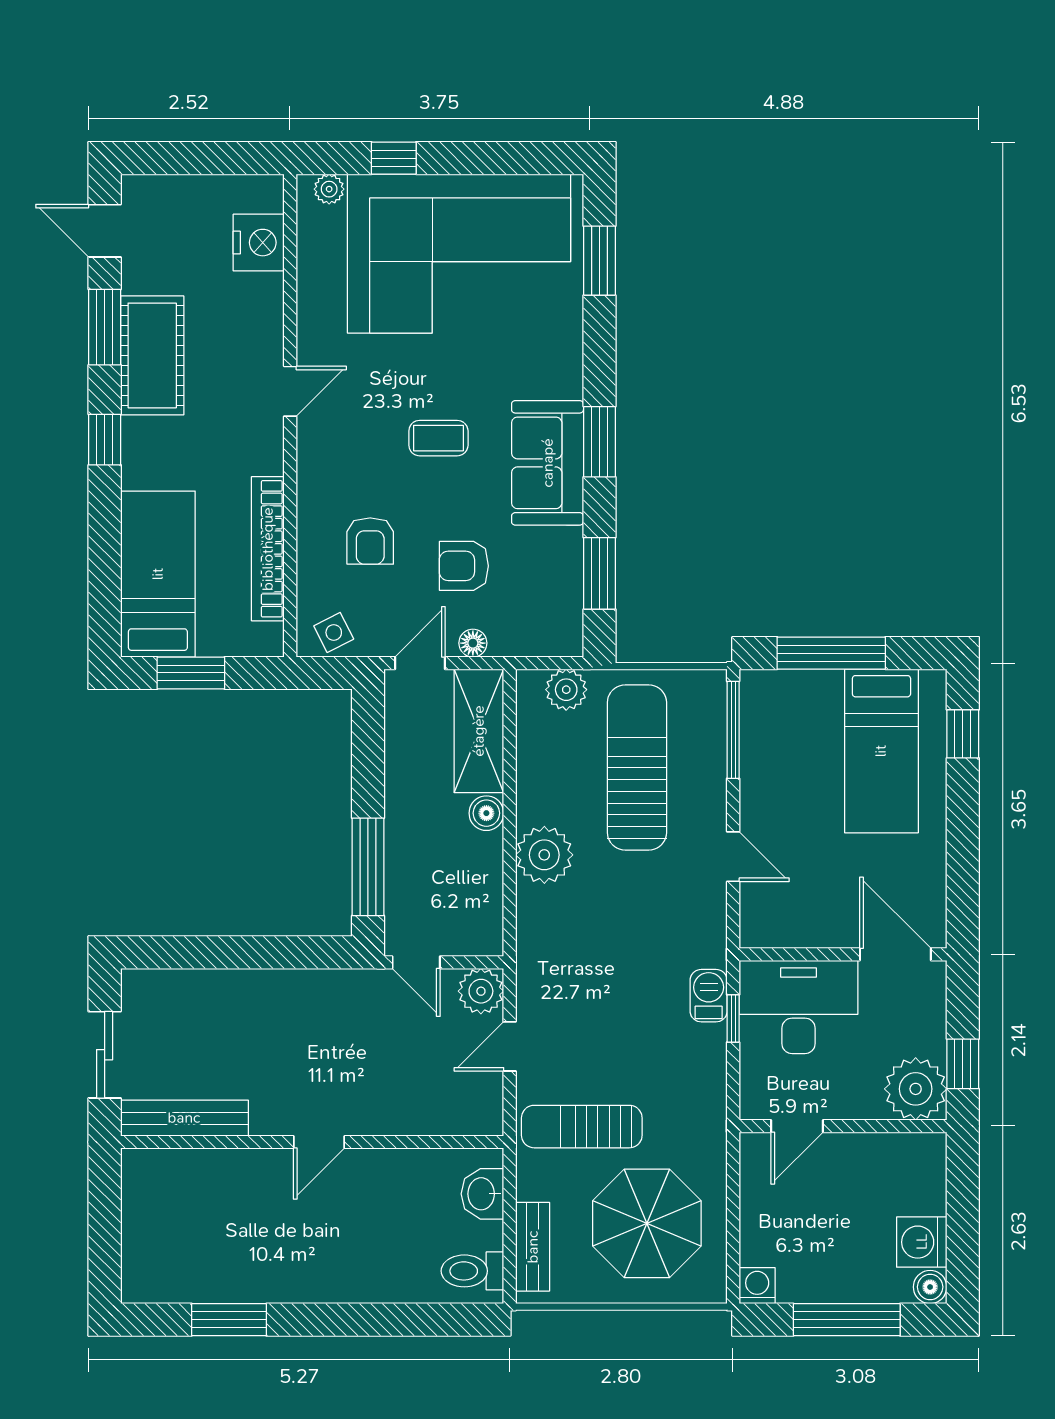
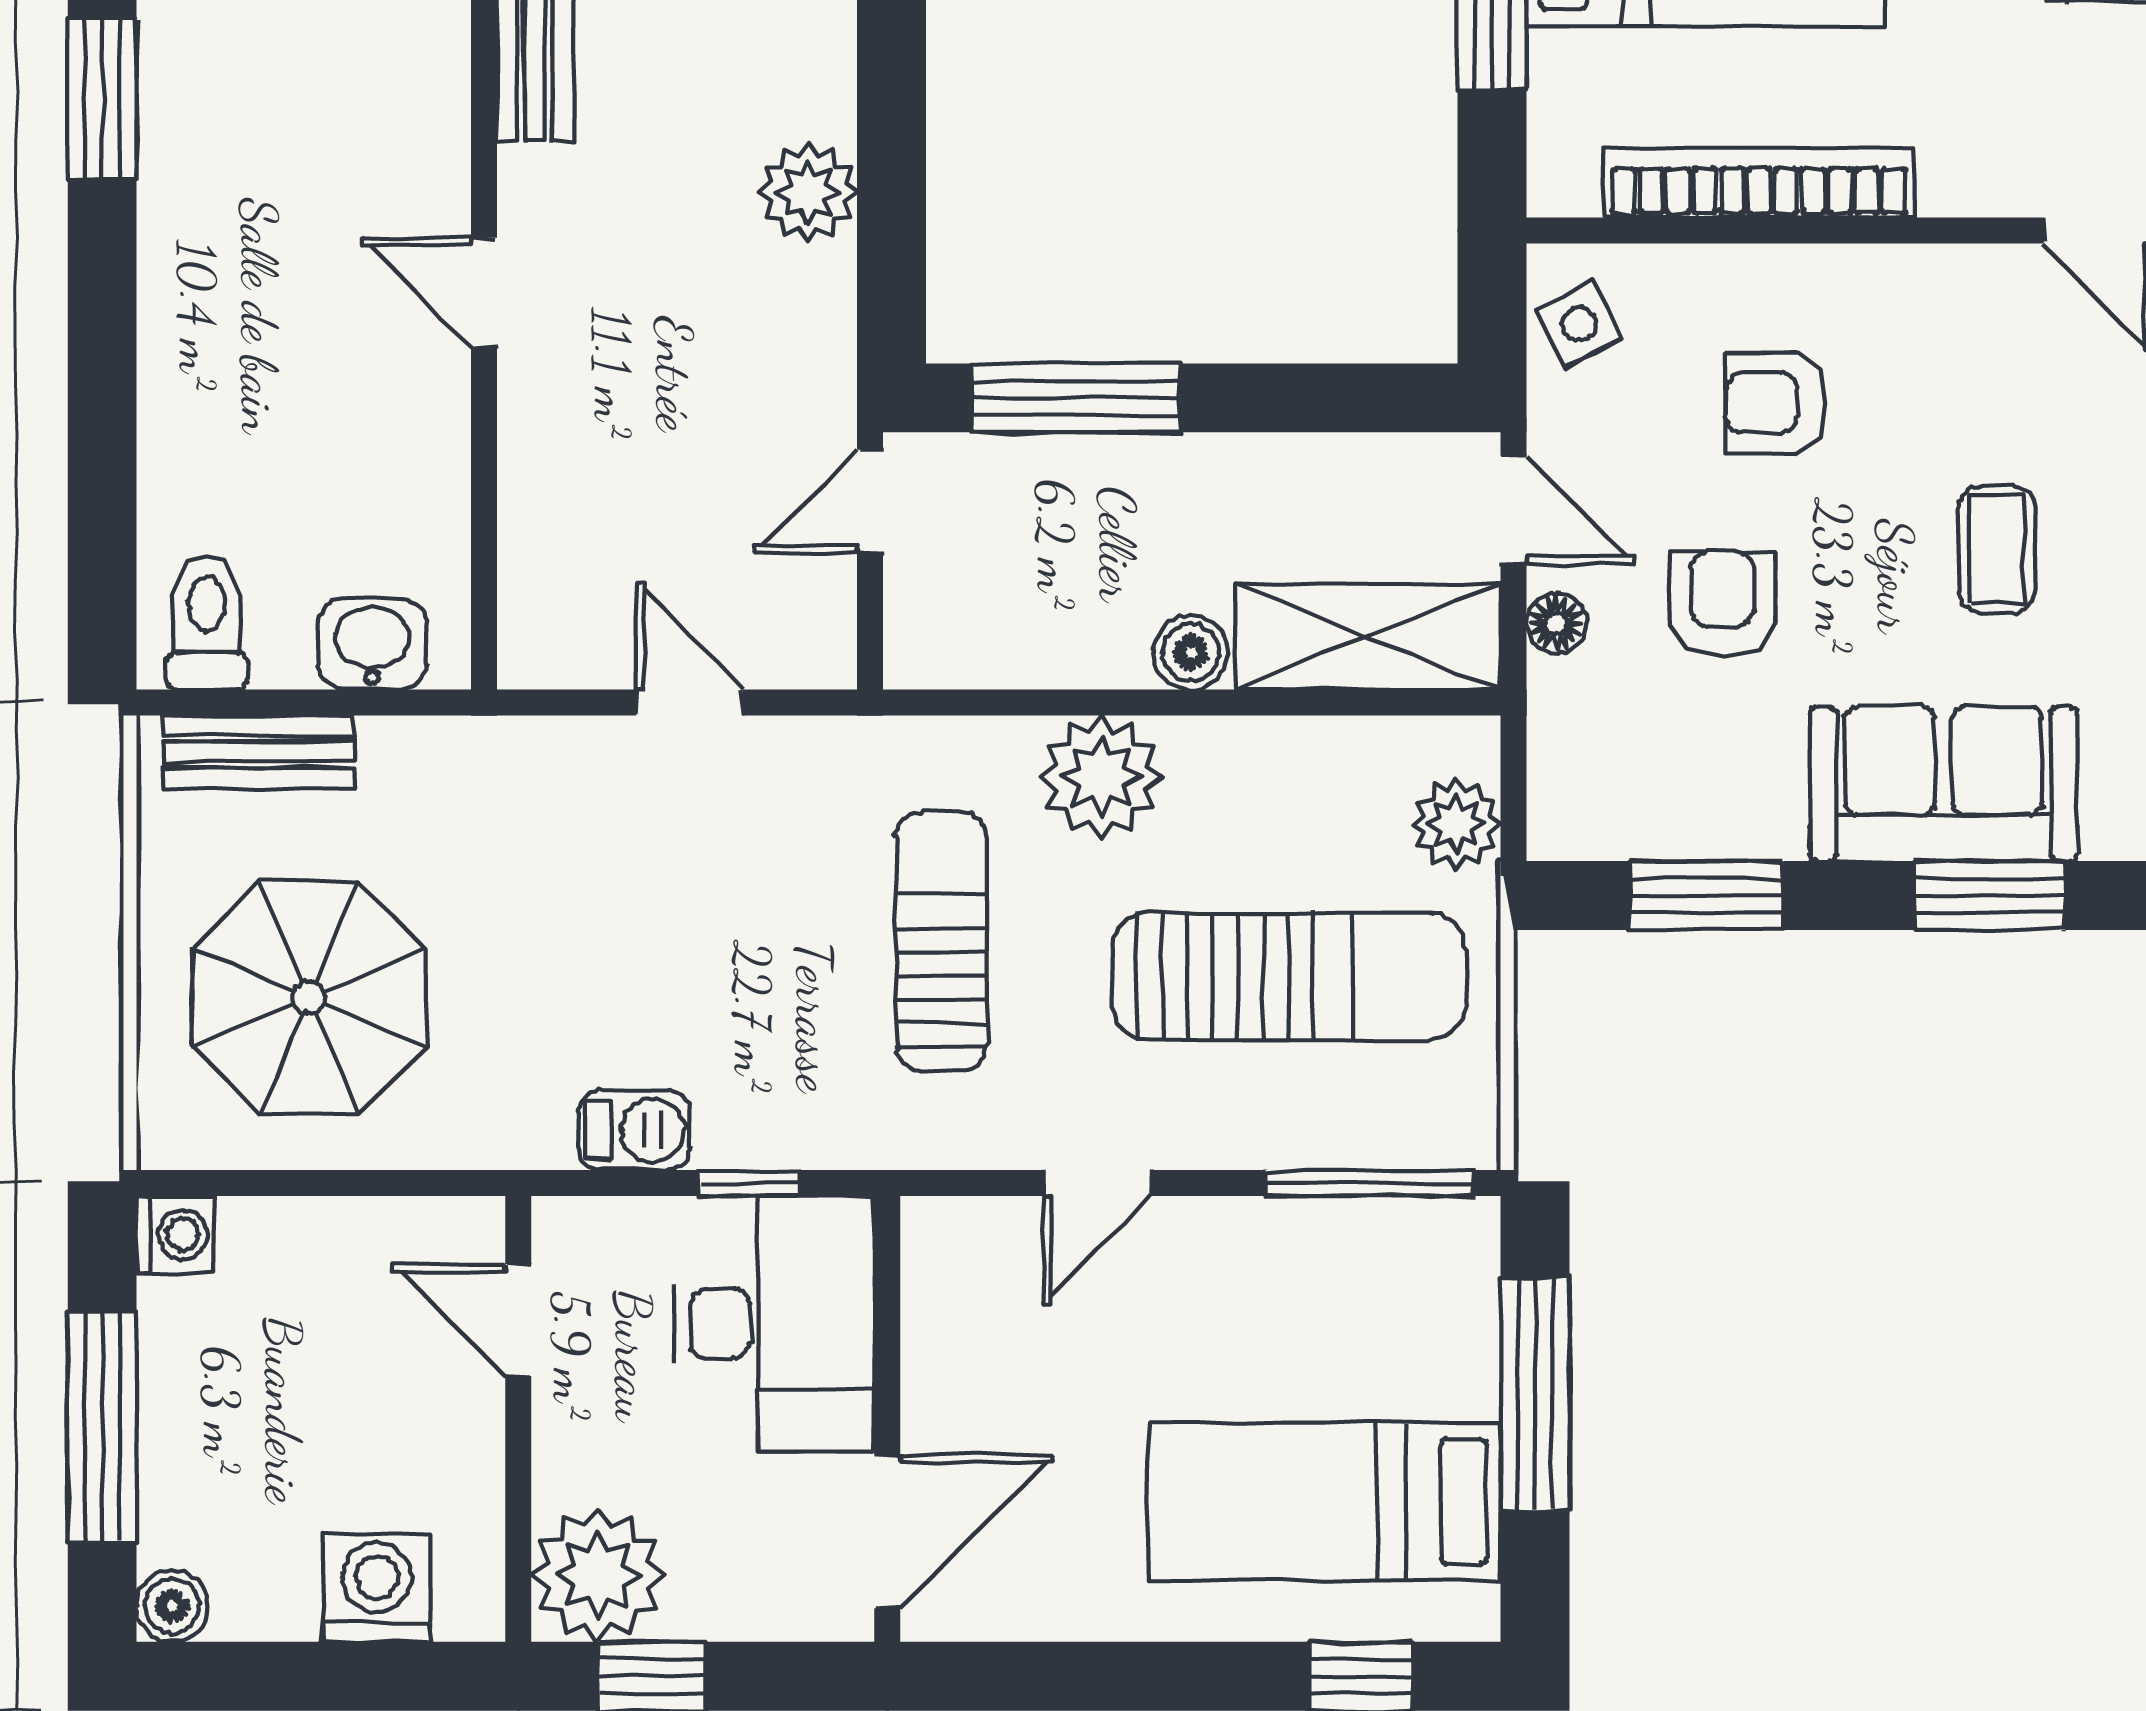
plant: (481, 991) -> (808, 192), moved
barbecue: (709, 996) -> (635, 1130), moved
sun lounger: (582, 1127) -> (941, 941), moved
washing machine: (922, 1242) -> (377, 1588), moved

